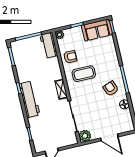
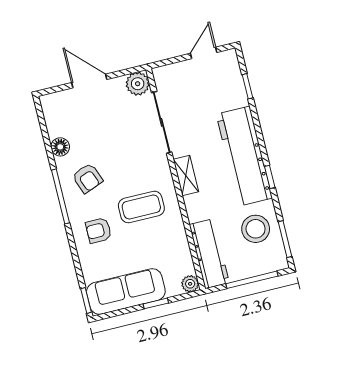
sofa: (97, 30) -> (126, 291), width x1.36
workbench: (49, 45) -> (209, 254), width x1.38
armchair: (70, 57) -> (99, 230), moved
stool: (26, 62) -> (256, 229), added
workbench: (30, 99) -> (244, 156), width x1.36, depth x1.32

